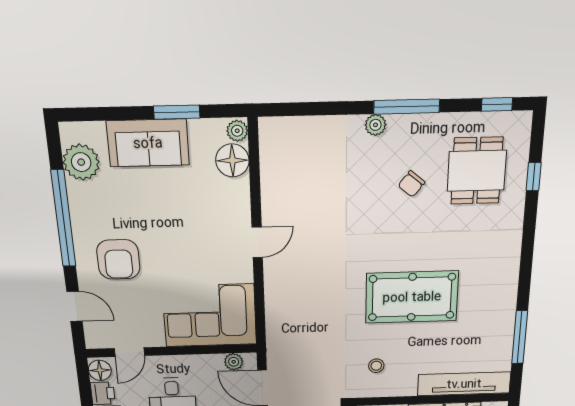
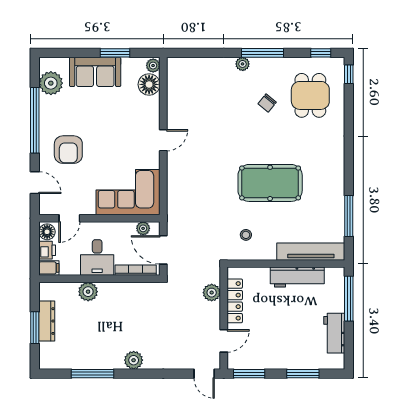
window: (534, 177) -> (349, 74), moved

